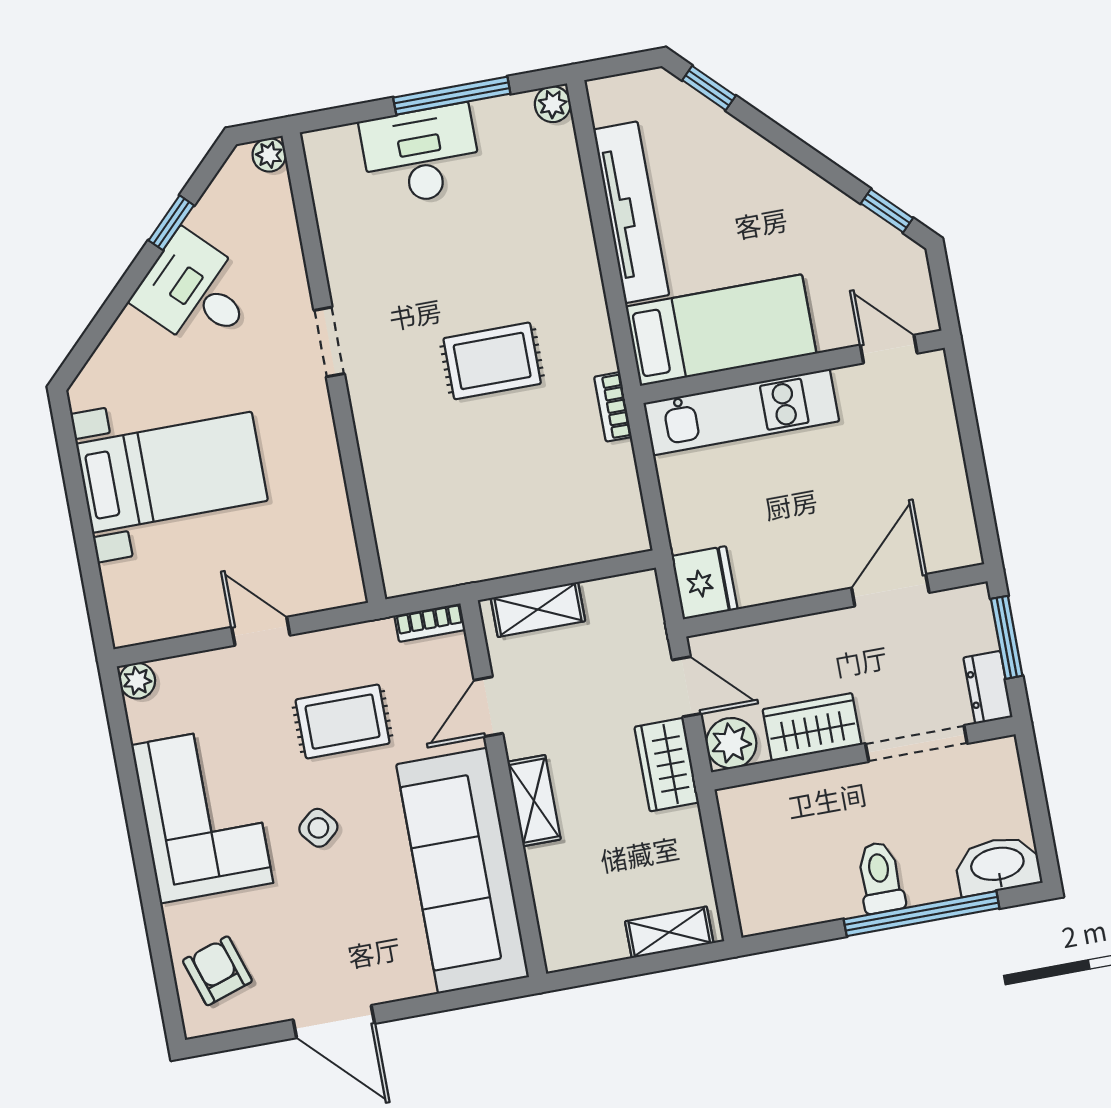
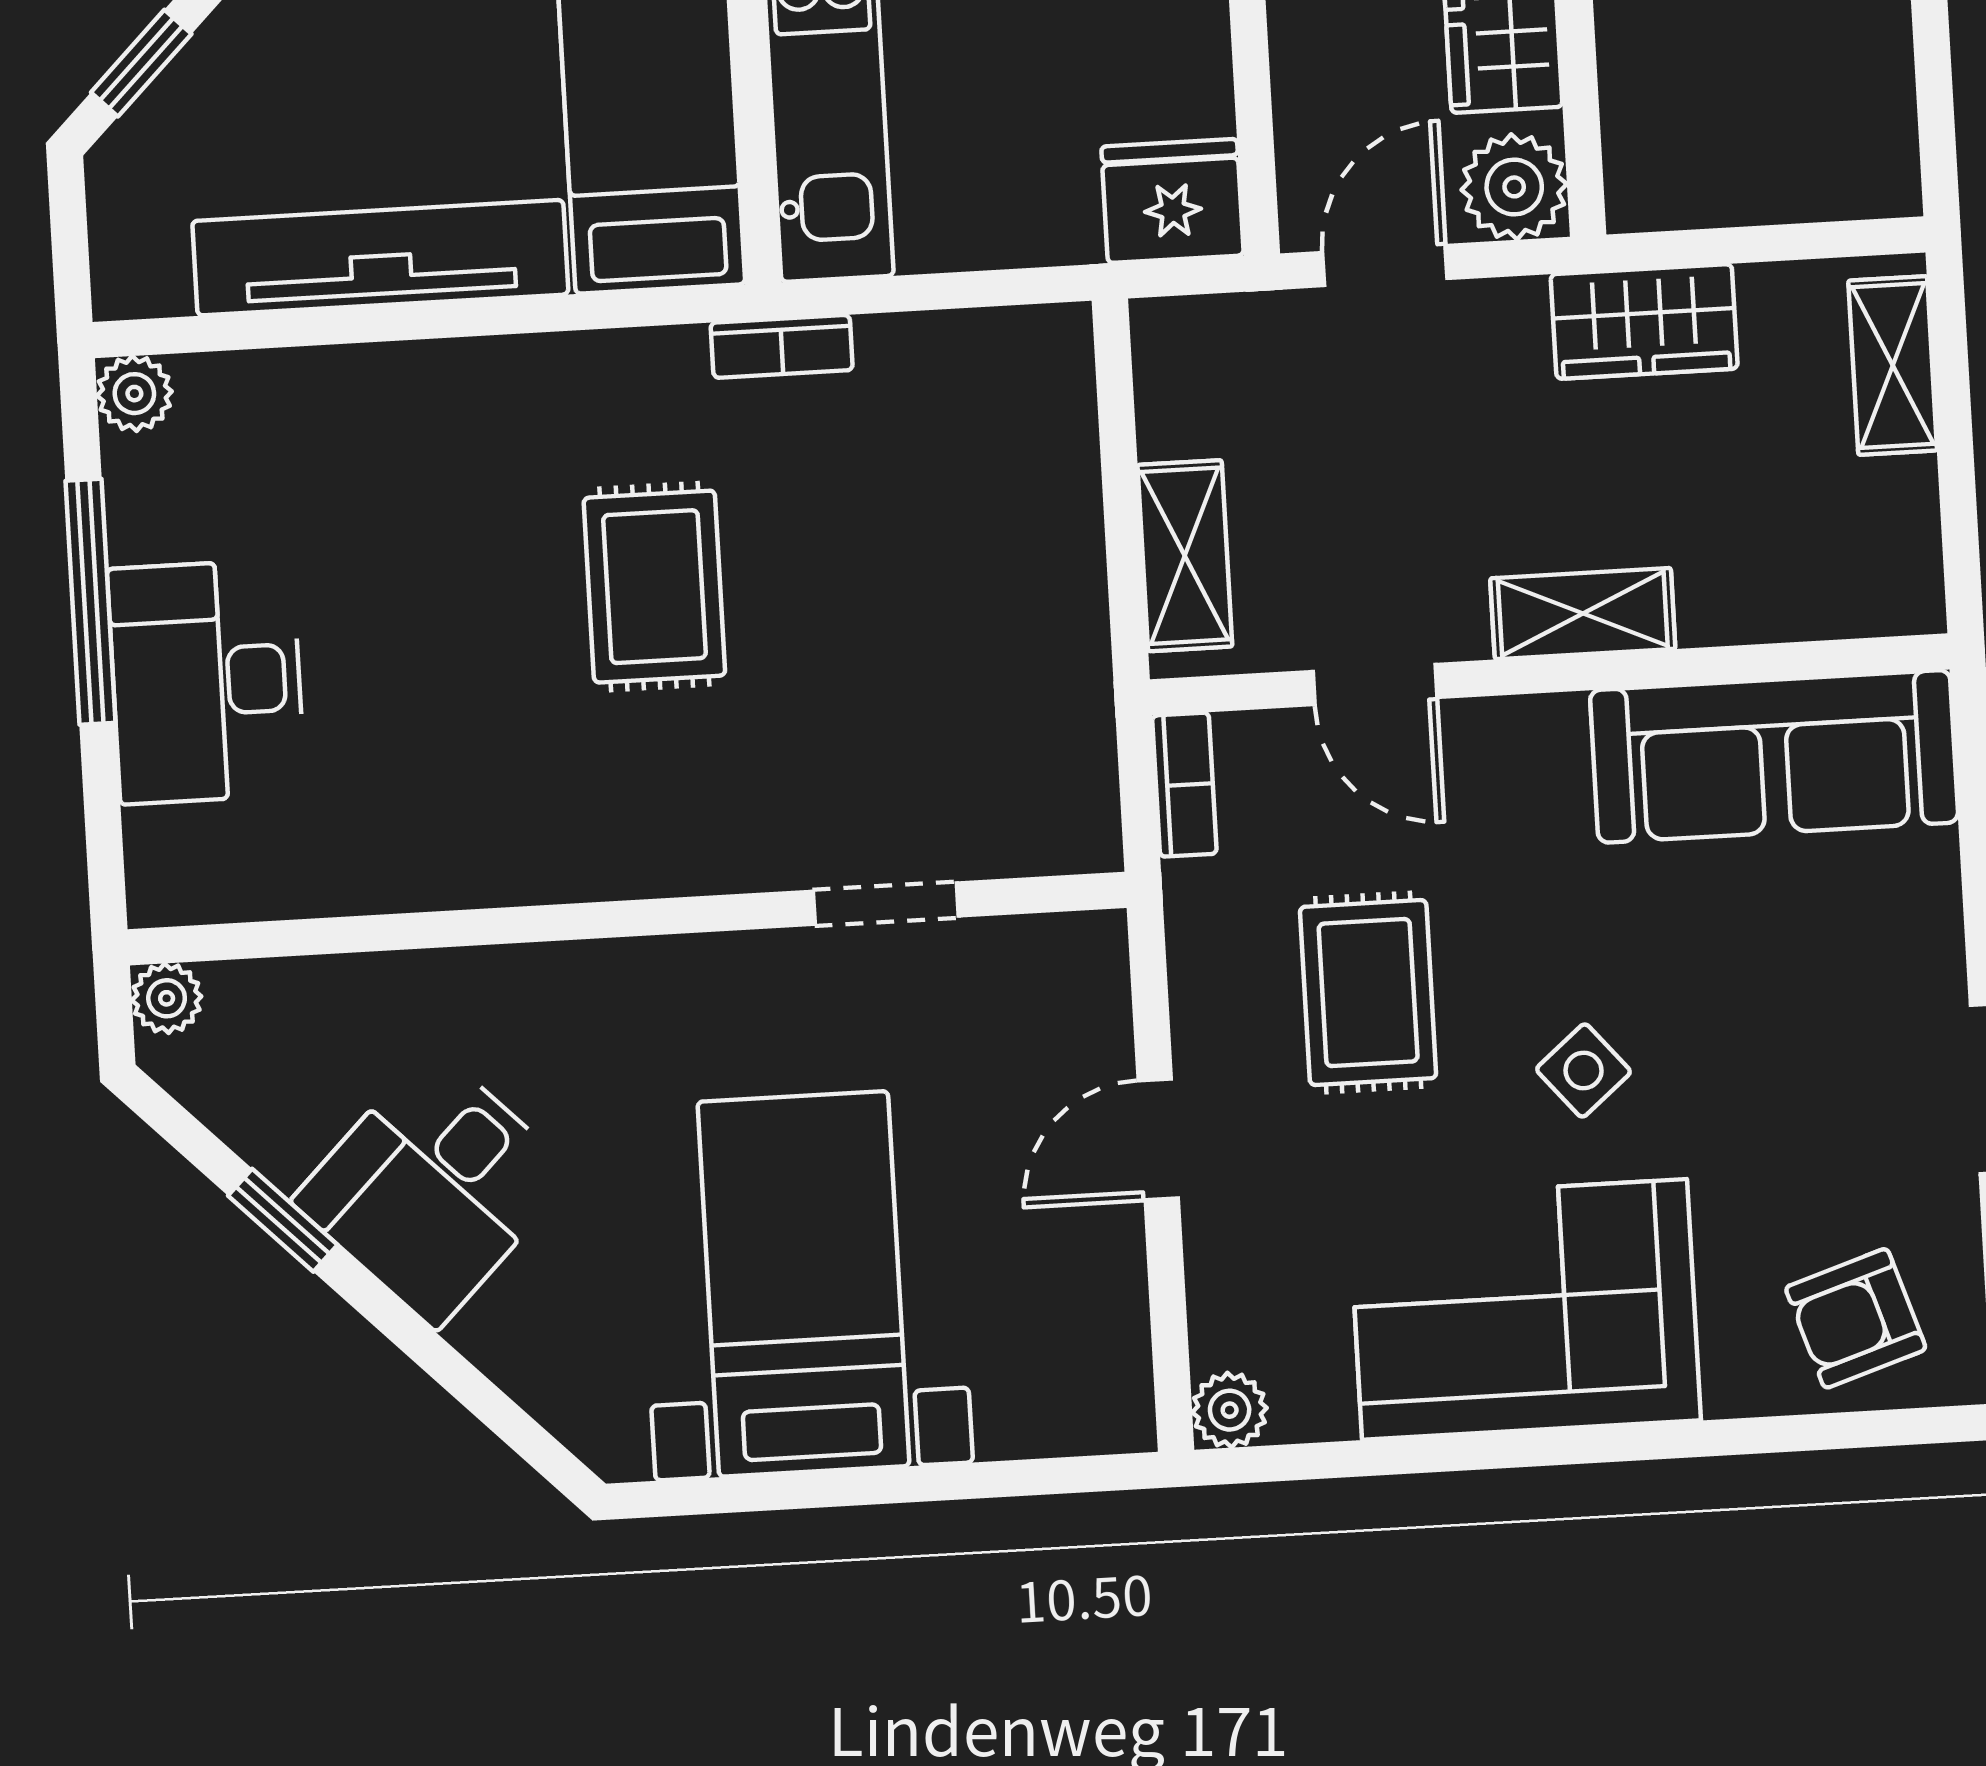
doorway: (329, 342) -> (886, 904), moved
wardrobe: (667, 765) -> (1644, 321), moved
sofa: (463, 871) -> (1774, 756), width x0.74, depth x0.79

